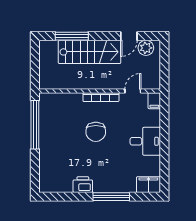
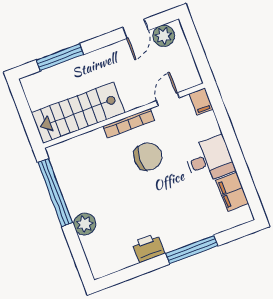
stairs: (90, 52) -> (78, 113), moved, turned 180
chair: (96, 132) -> (148, 157), moved, turned -90
plant: (47, 153) -> (85, 224), added
filing cabinet: (148, 185) -> (232, 192), moved, turned -90

